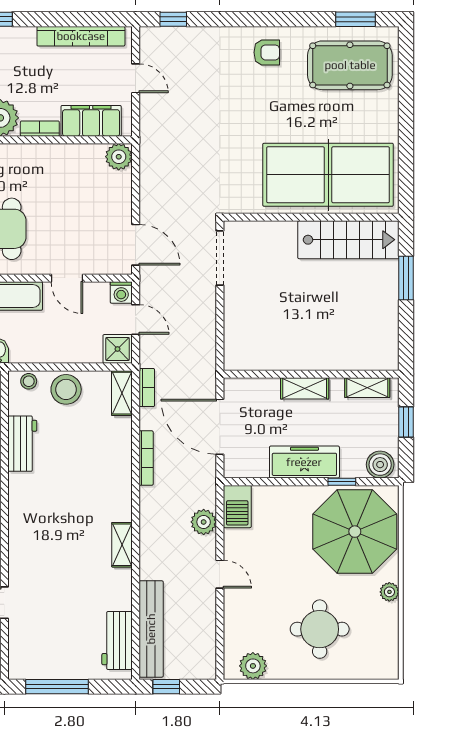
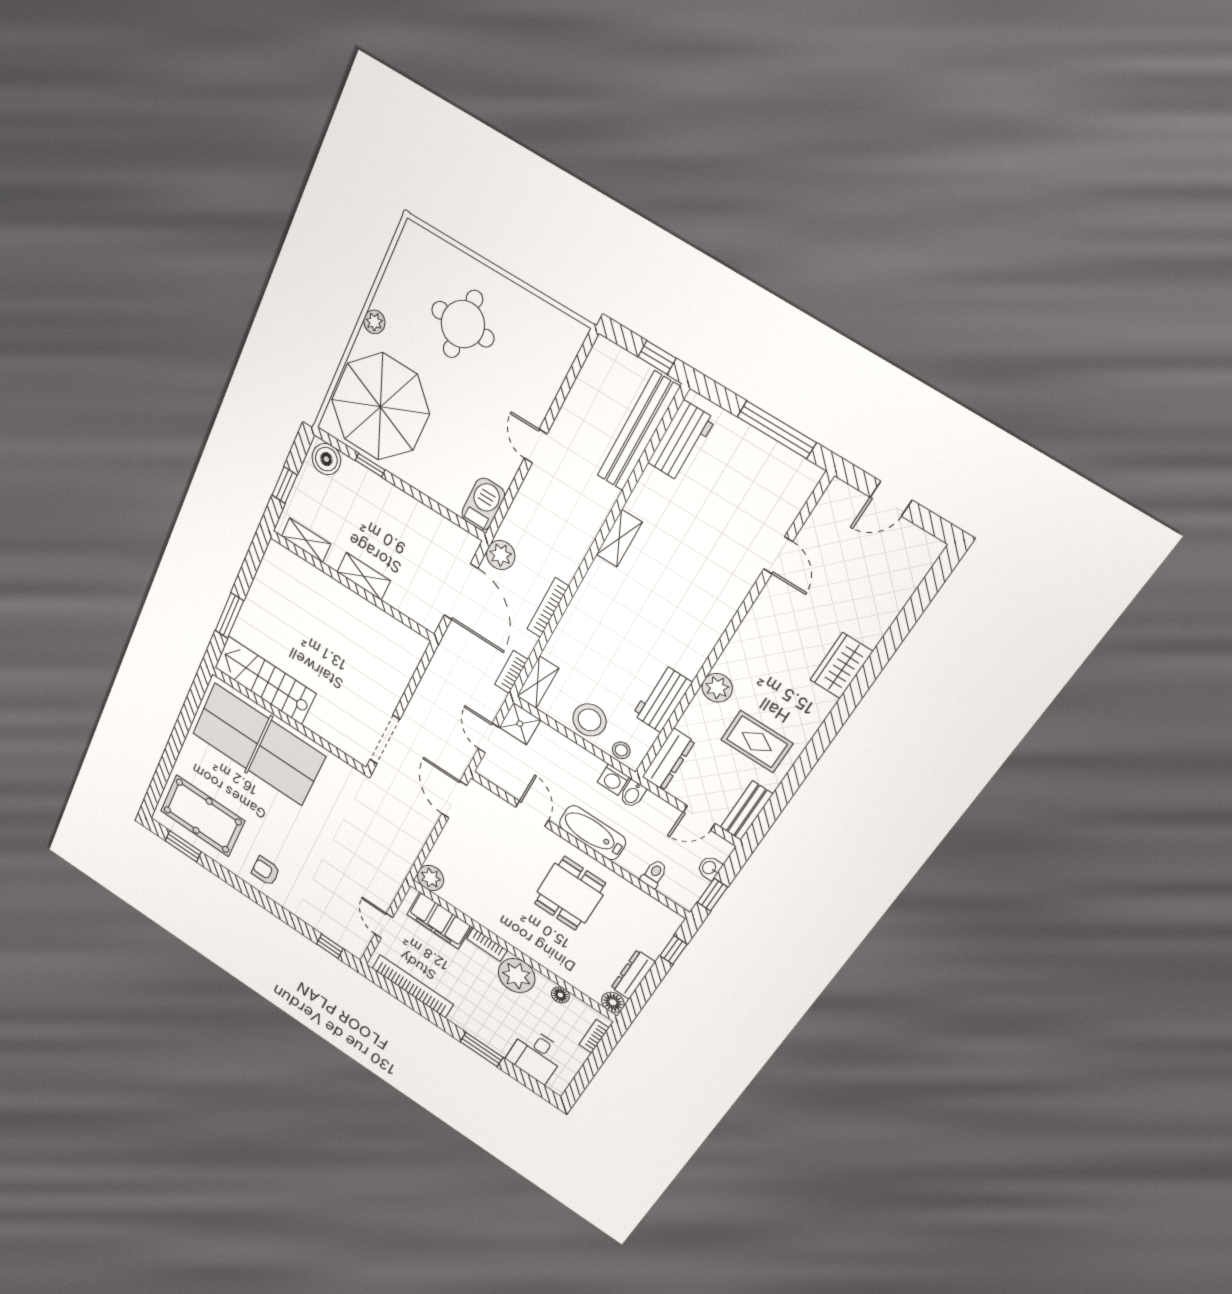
washing machine: (121, 292) -> (613, 780), moved, turned 180
freezer: (304, 462) -> (397, 507), removed
plant: (204, 522) -> (501, 555), moved
plant: (253, 666) -> (552, 325), removed

